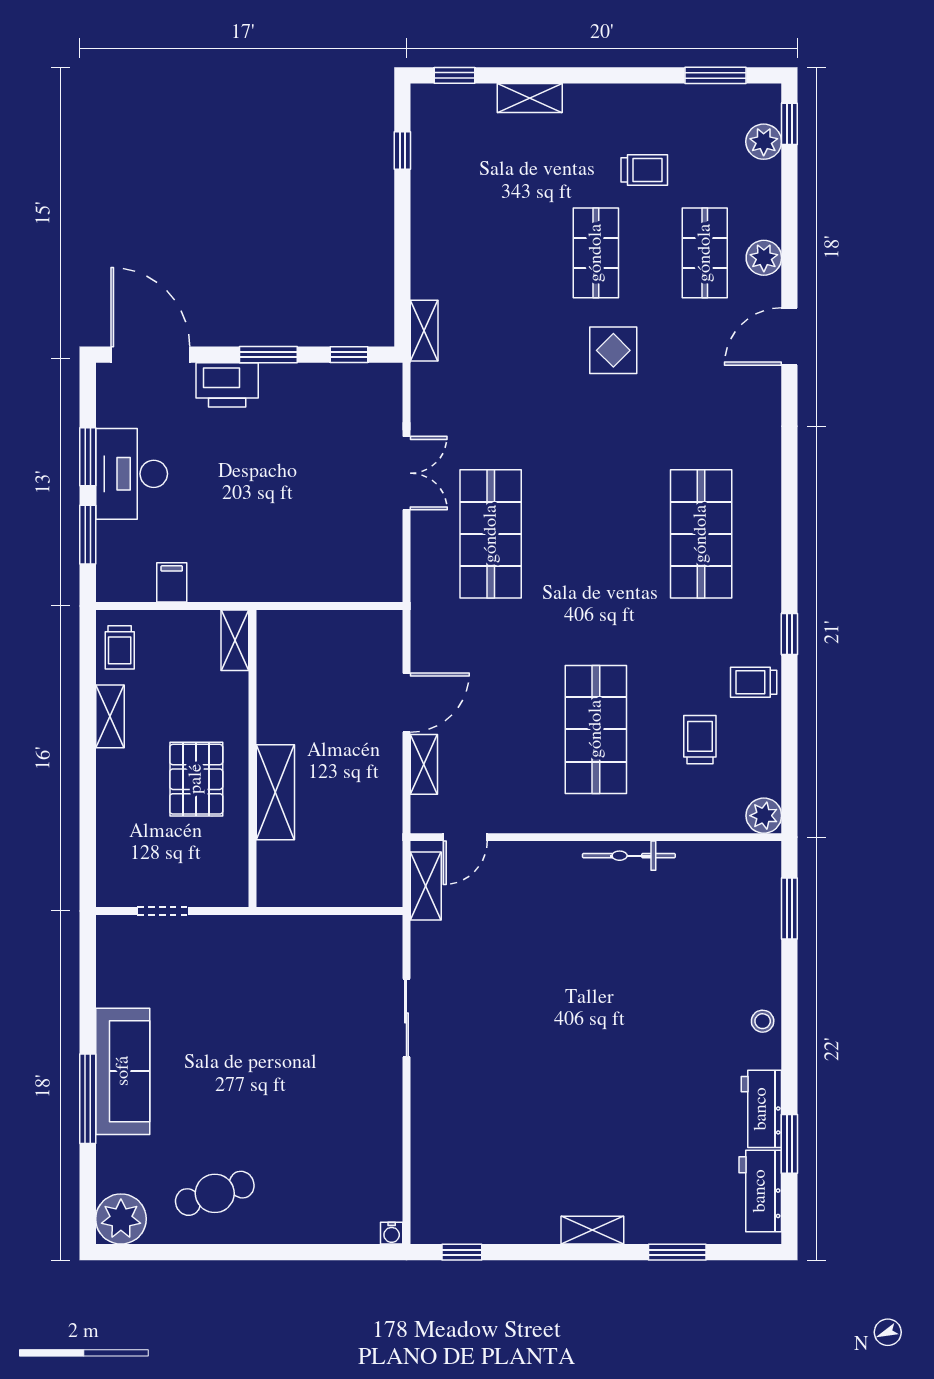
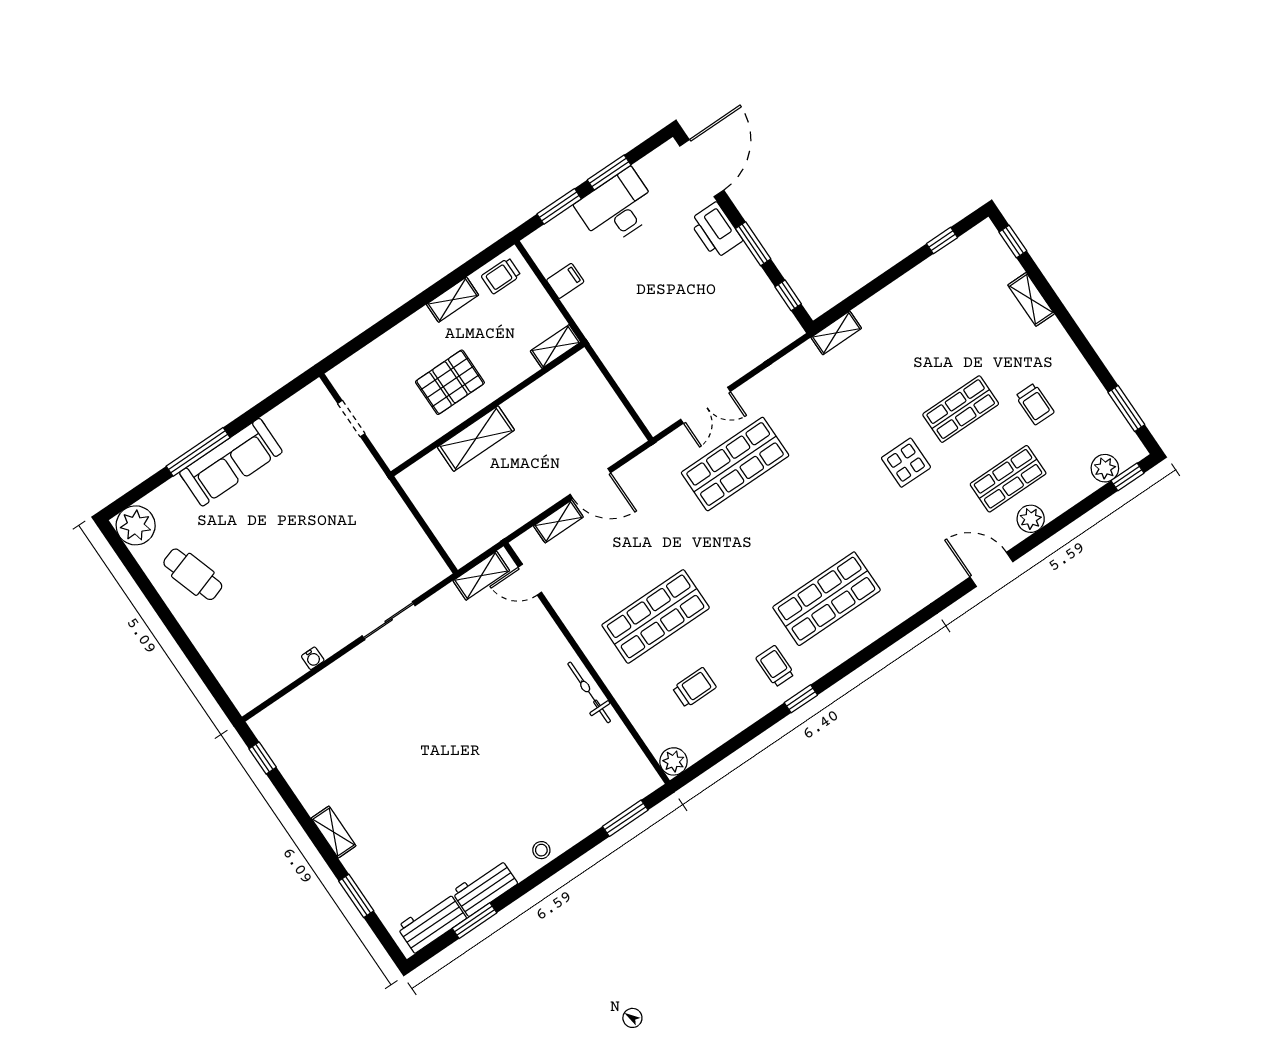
double door: (406, 473) -> (705, 405), moved
trolley: (754, 682) -> (775, 666), moved
water cooler: (392, 1233) -> (313, 658), moved, turned -90

